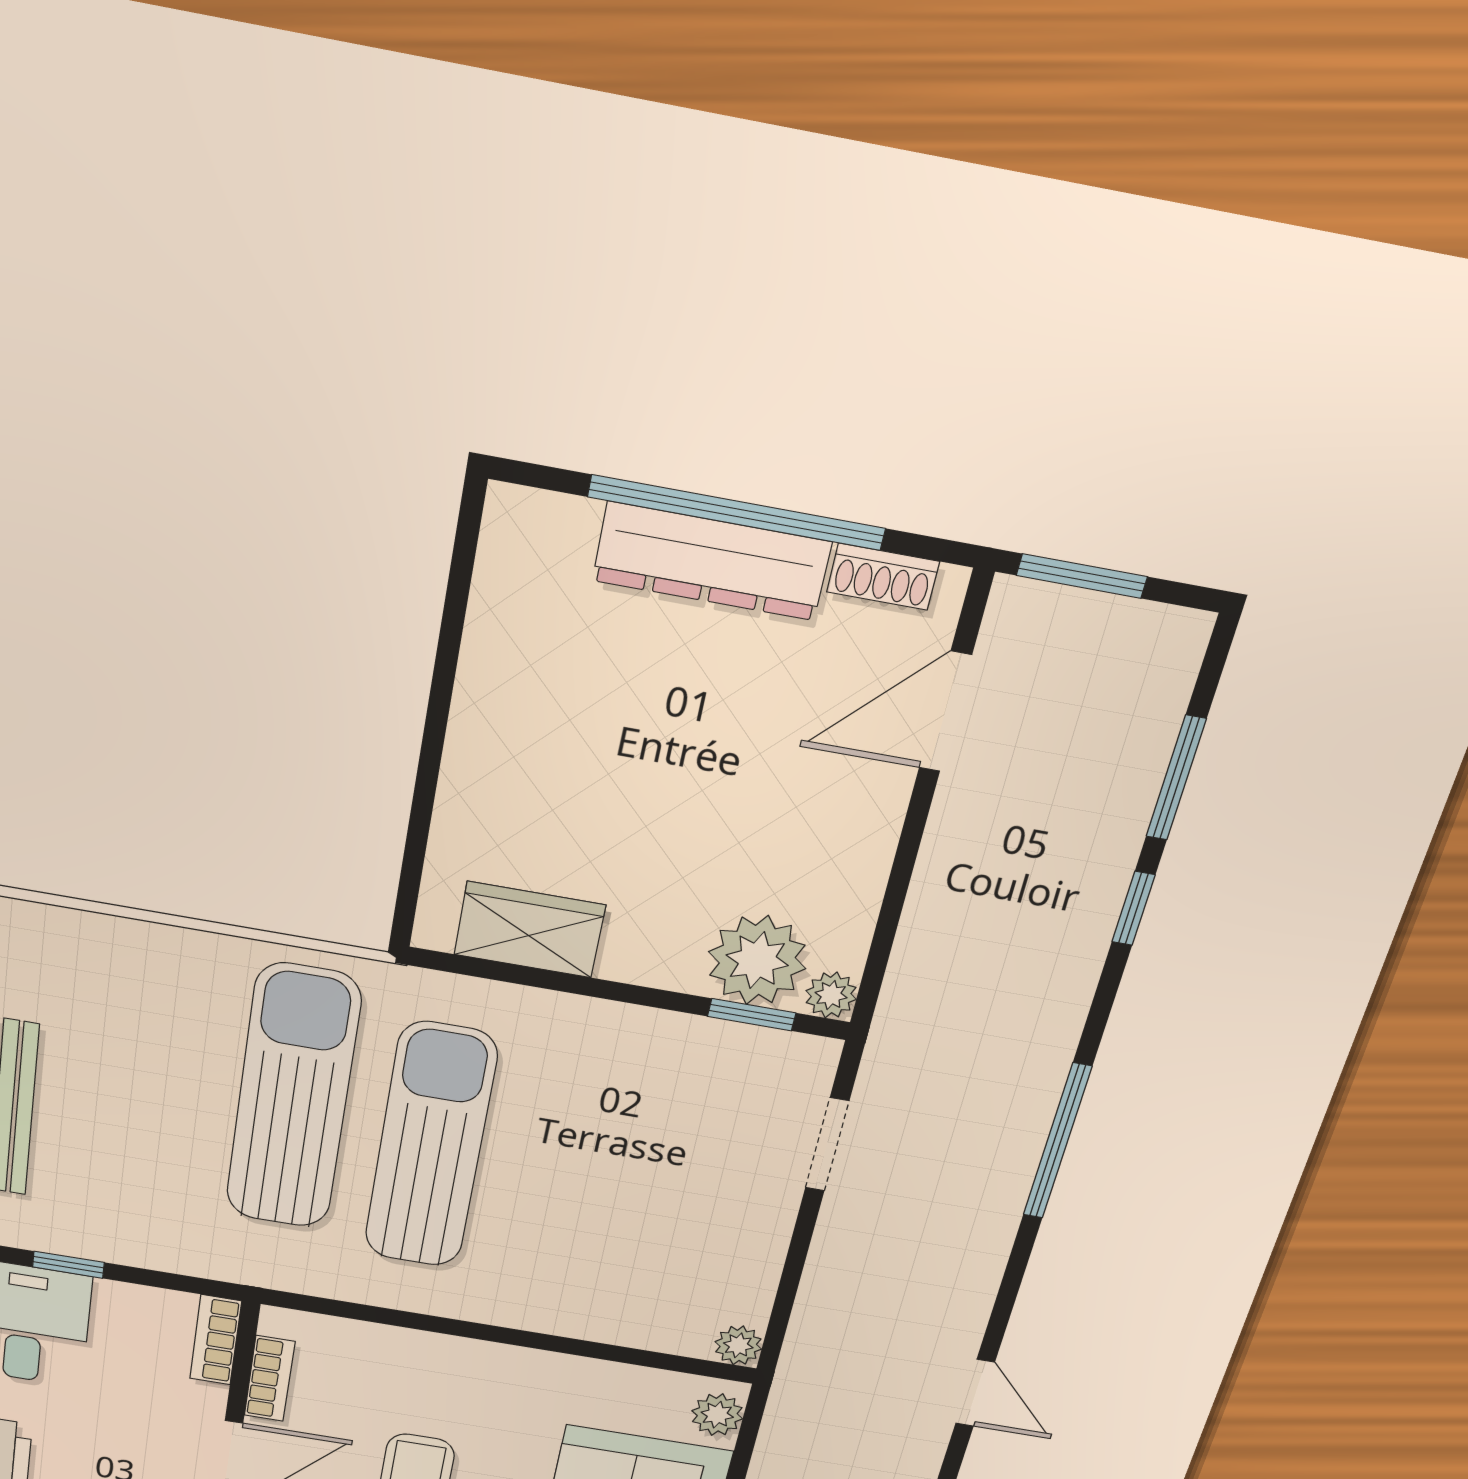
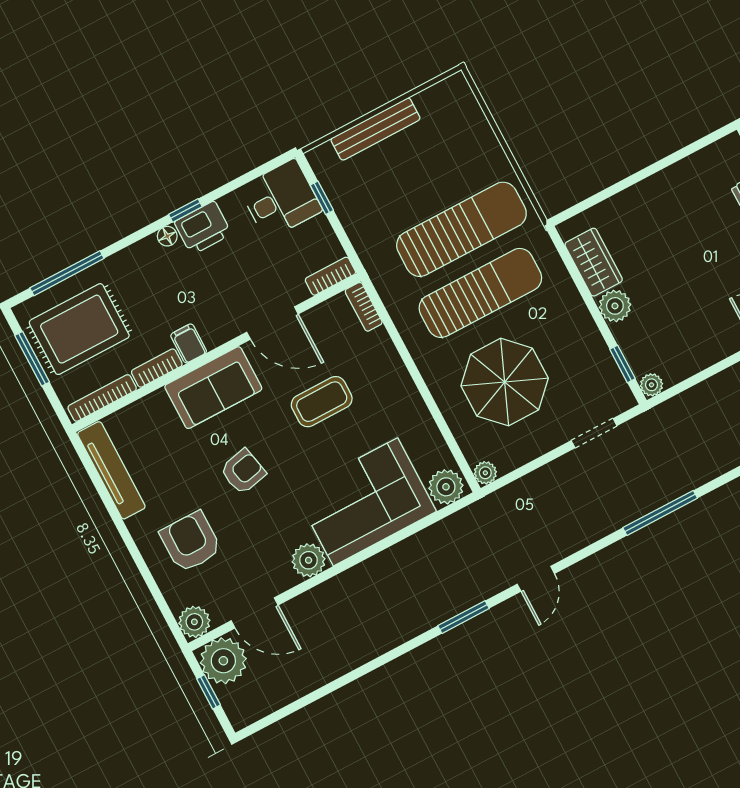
plant: (757, 960) -> (615, 306), moved, width x0.73, depth x0.73
parasol: (616, 1216) -> (505, 382), added
bookcase: (270, 1379) -> (364, 307), moved, turned 90
plant: (717, 1415) -> (446, 487), width x1.38, depth x1.38

